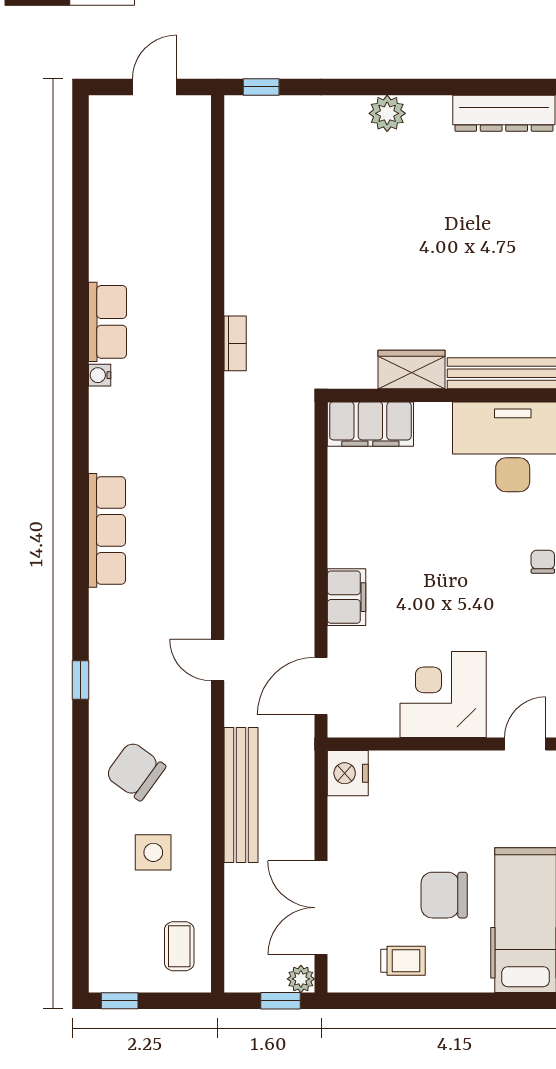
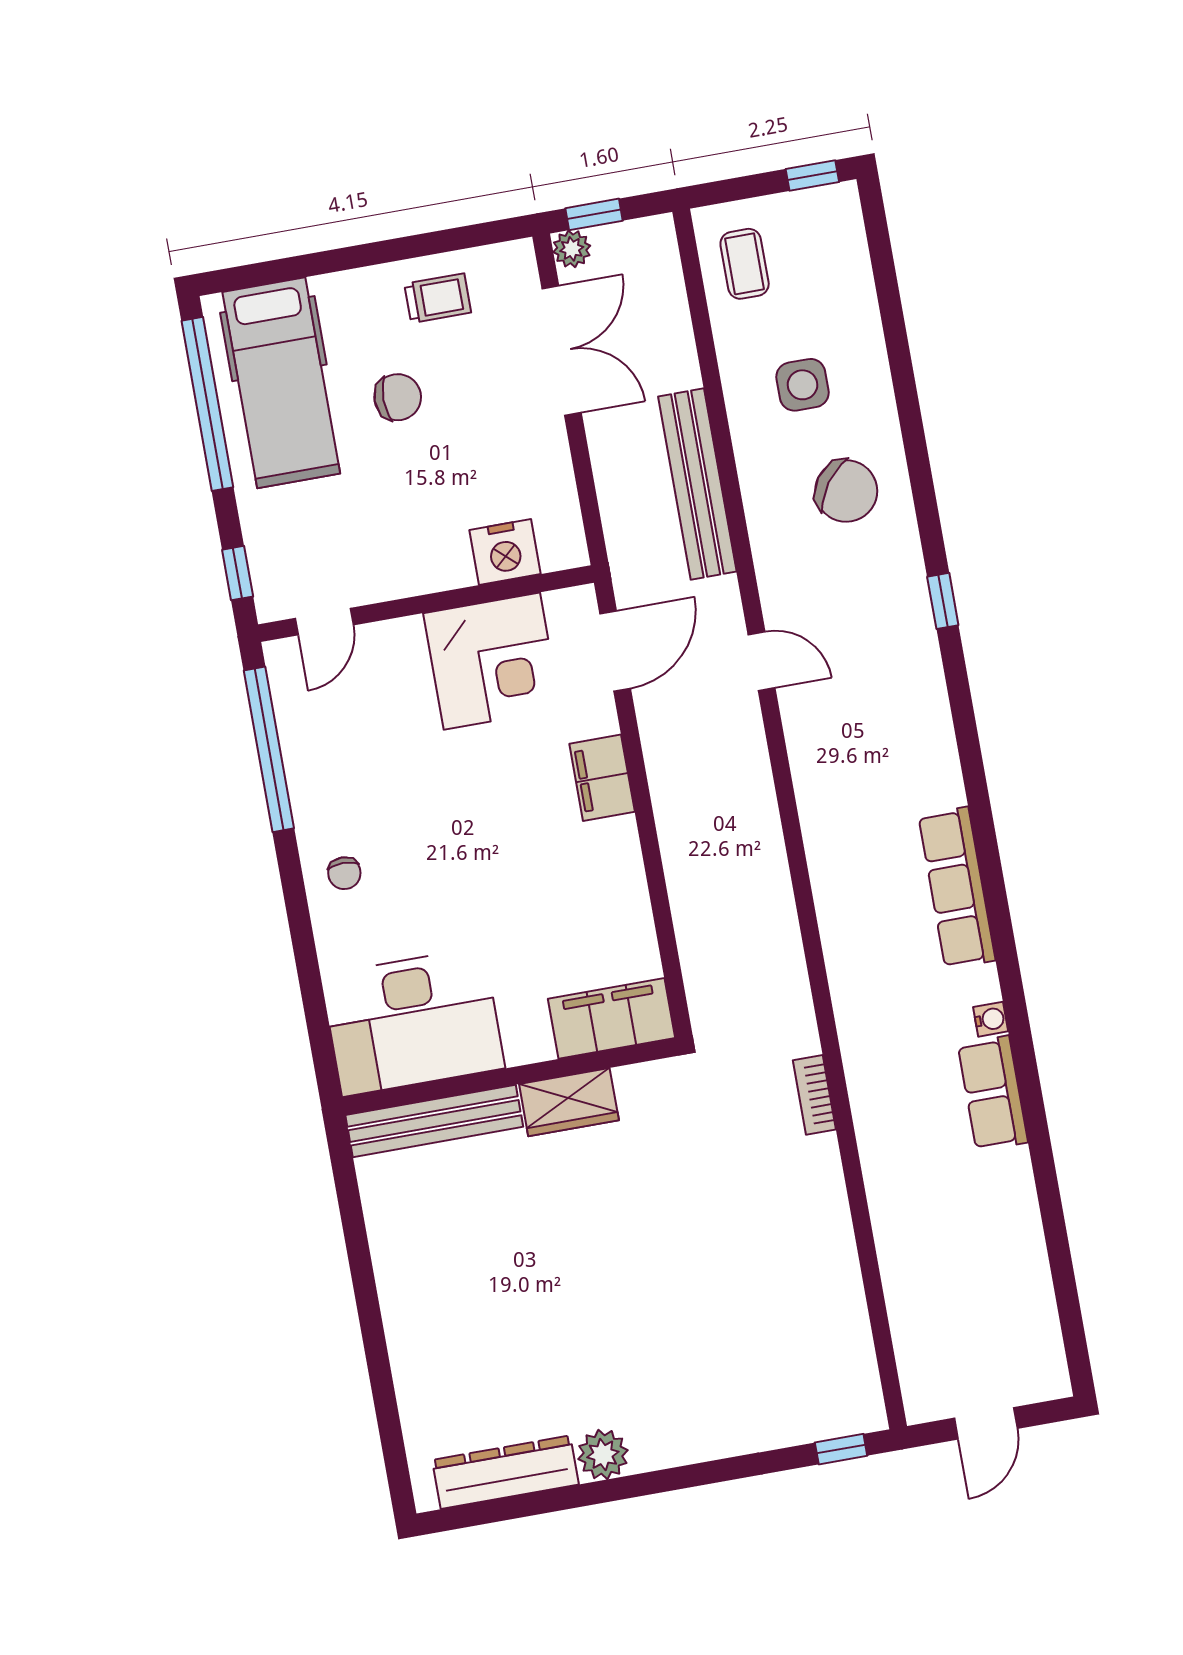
plant: (387, 113) -> (603, 1455), moved
row of seats: (107, 530) -> (957, 888), moved
corner desk: (443, 695) -> (492, 661), moved
nightstand: (348, 773) -> (505, 552), moved, turned 90
chair: (444, 895) -> (398, 397), width x0.73, depth x0.73
trolley: (403, 961) -> (438, 298), turned 180

